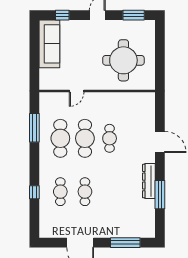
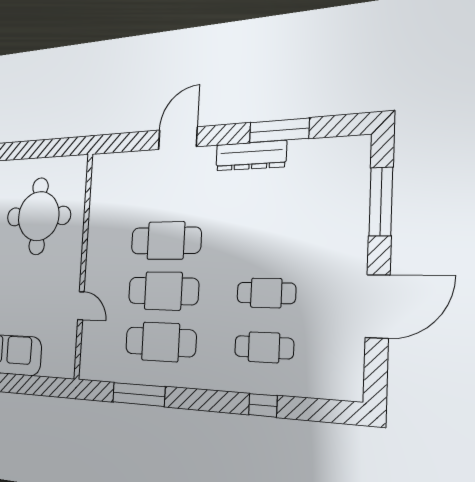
cafe table: (110, 138) -> (166, 241), width x1.37, depth x1.35

